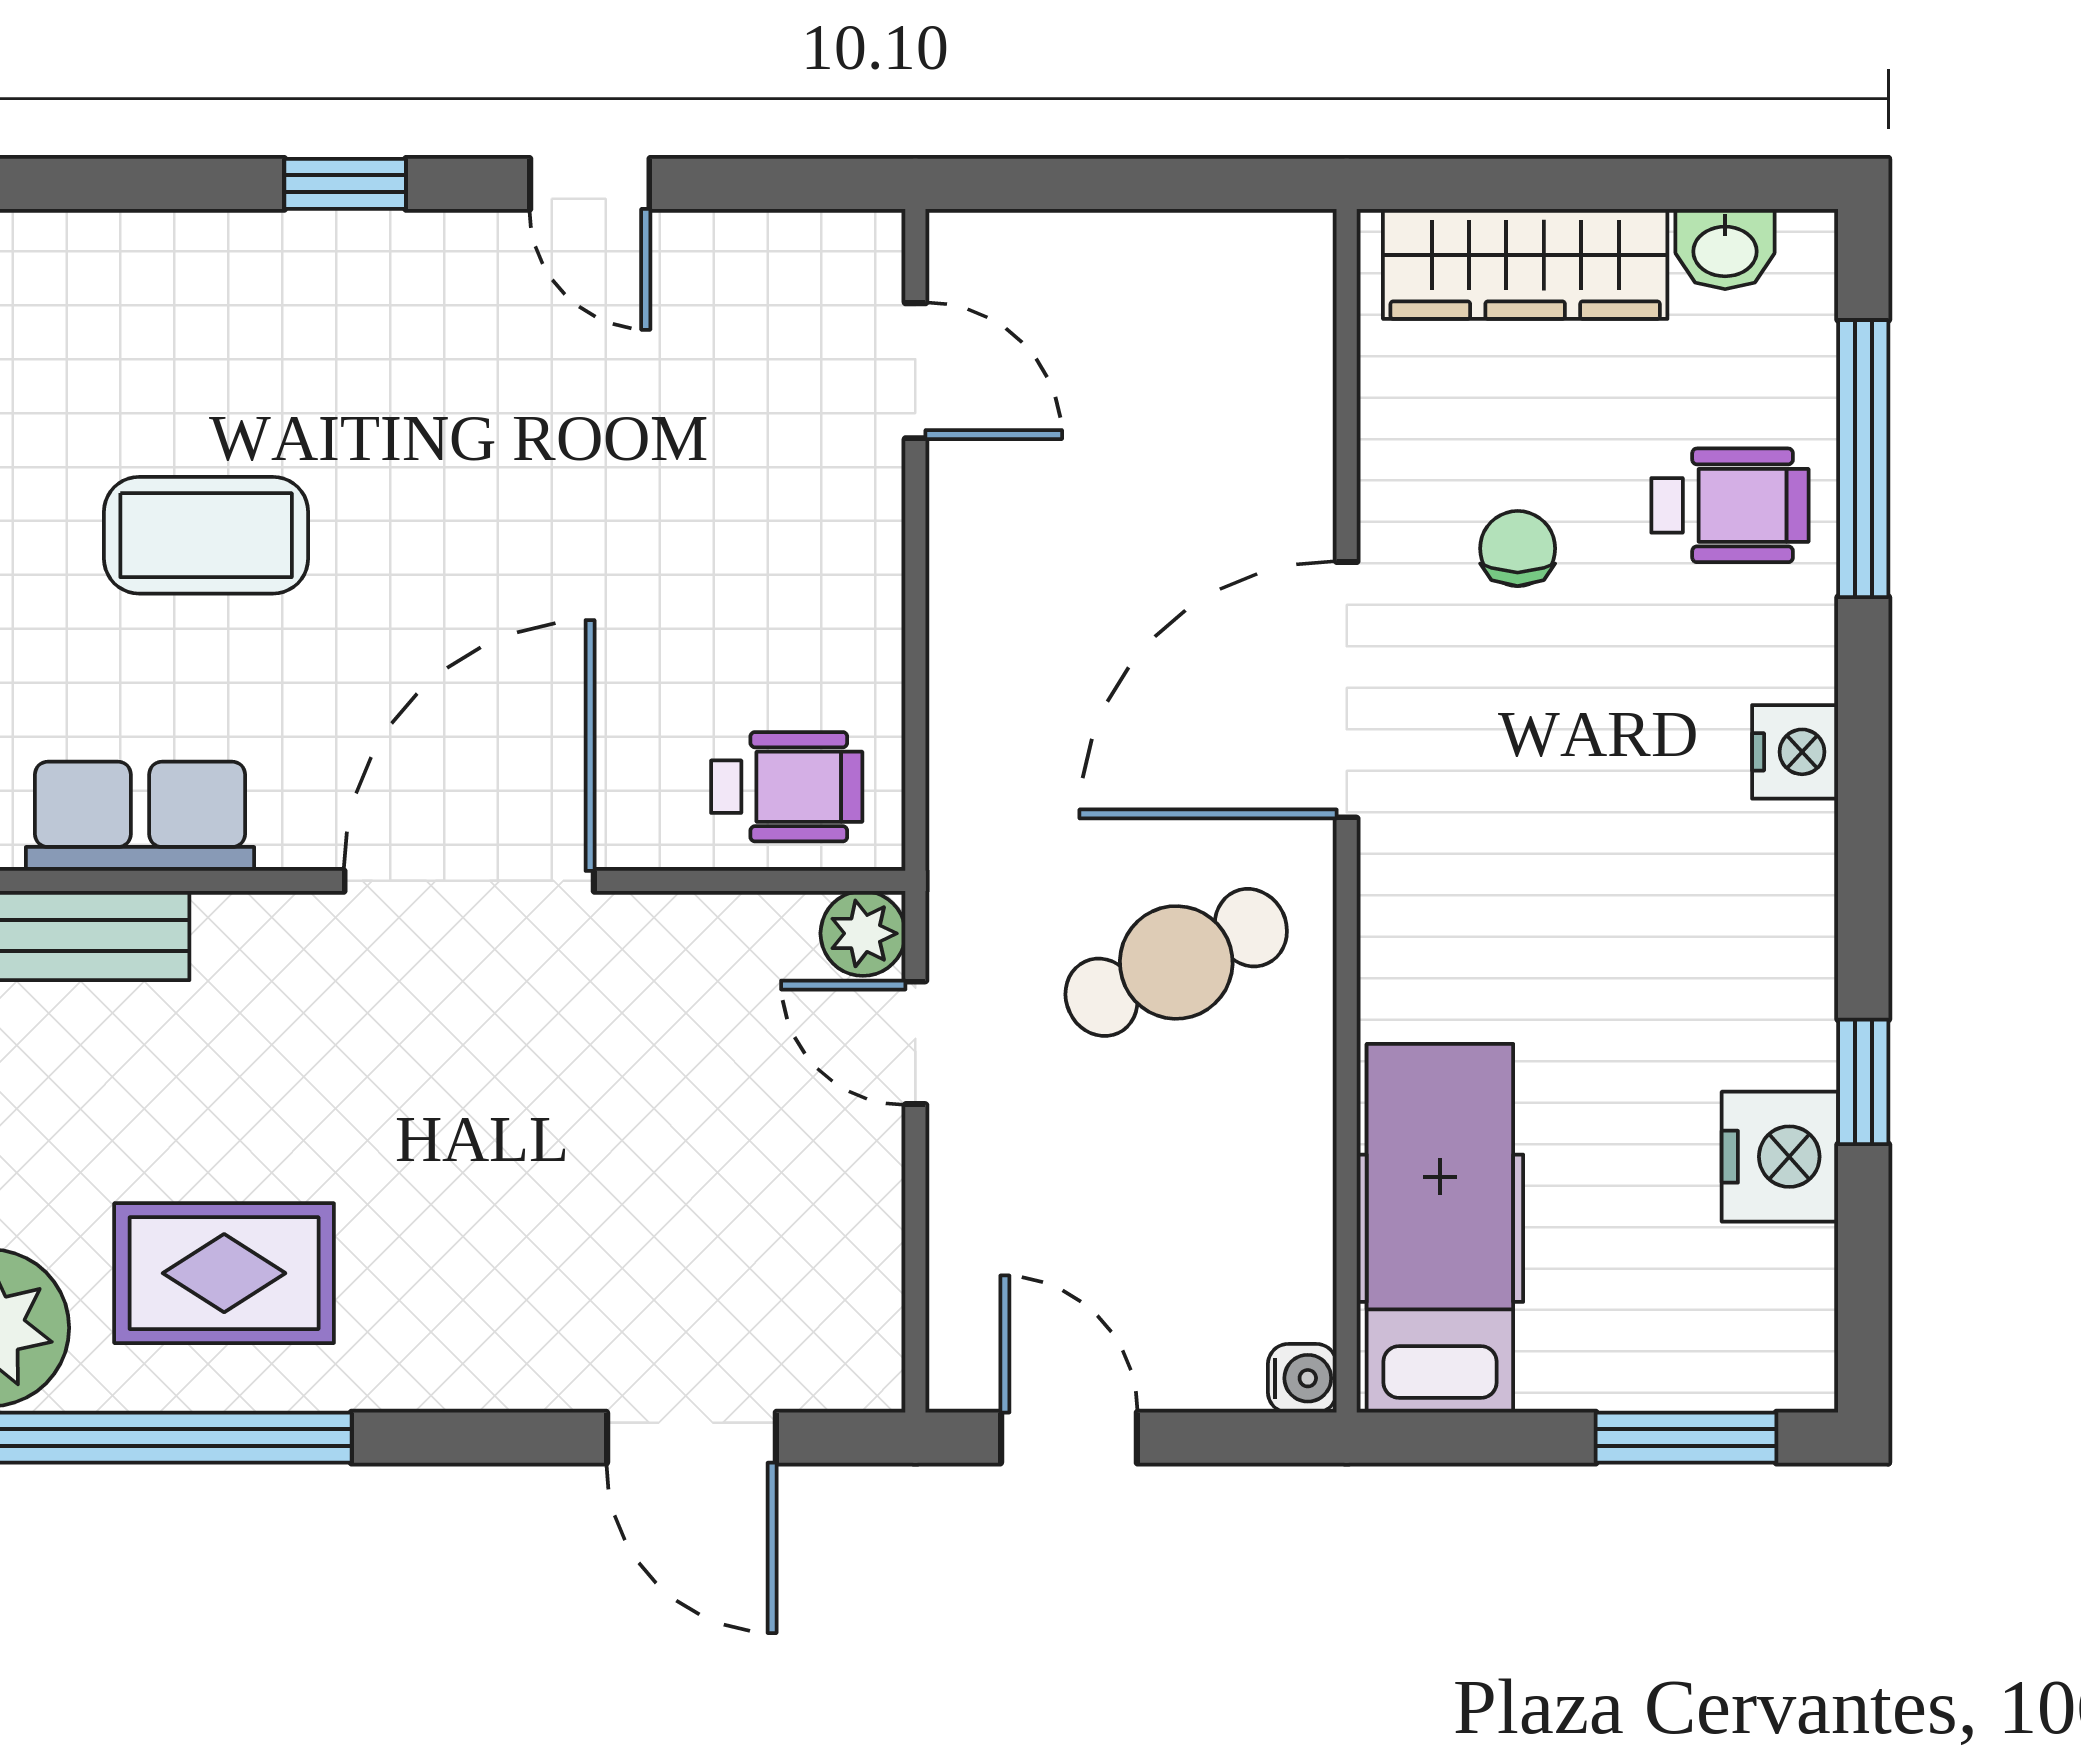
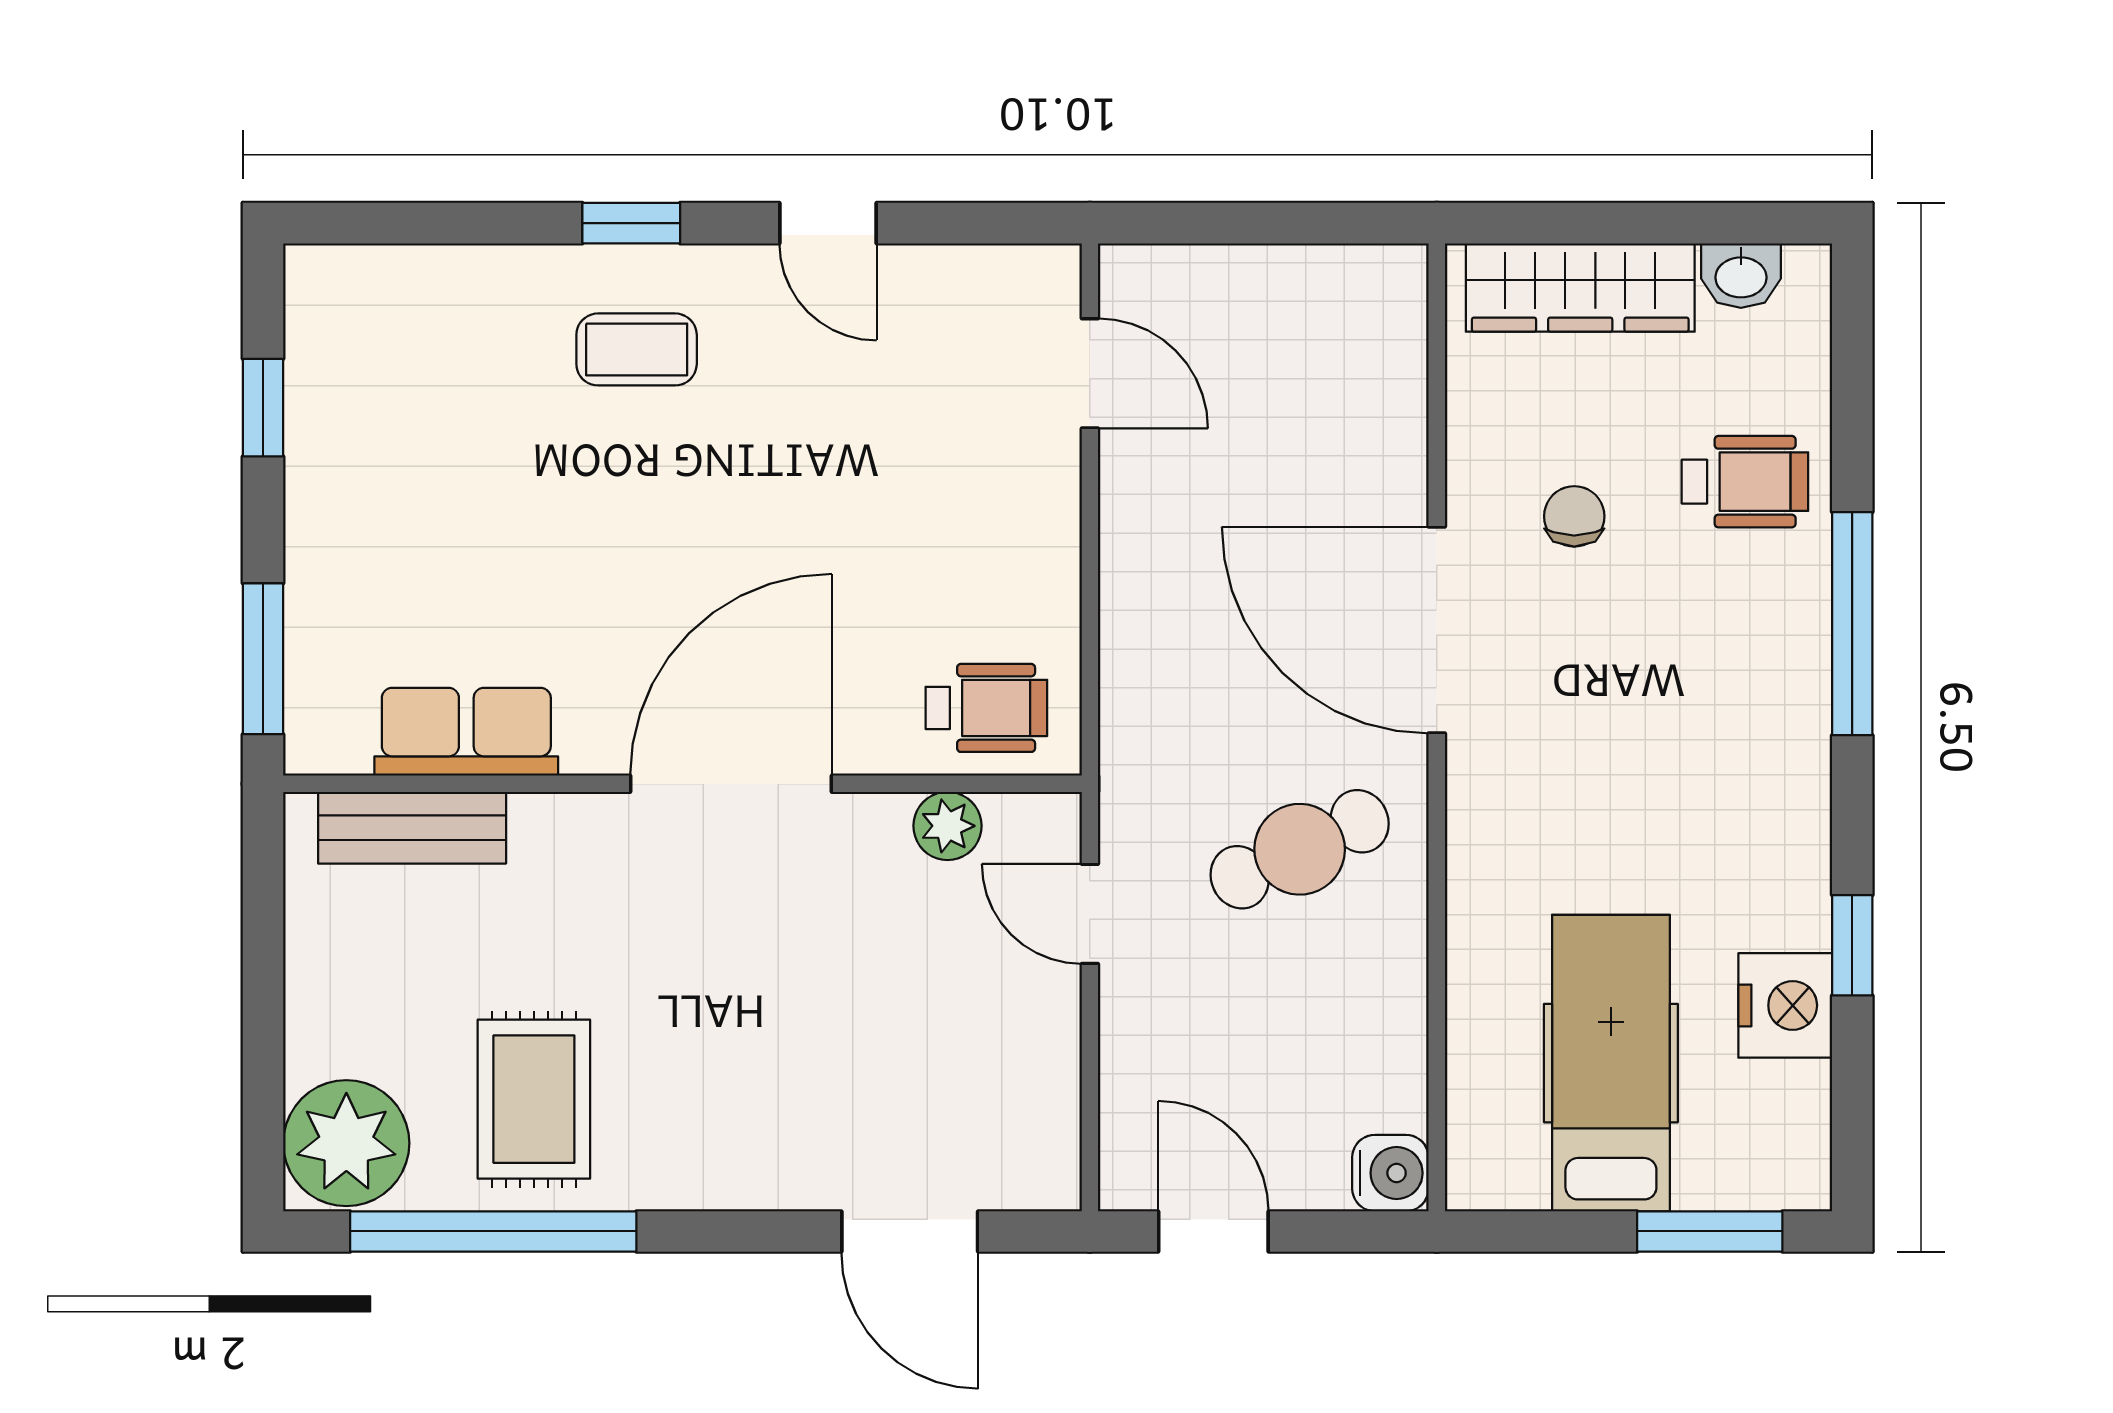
window: (1863, 459) -> (1852, 624), moved
coffee table: (206, 535) -> (637, 349), moved, width x0.73, depth x0.77
door: (1347, 690) -> (1437, 630), hinge flipped
nightstand: (1795, 752) -> (1797, 680), removed
plant: (863, 933) -> (947, 826), moved
hospital bed: (1440, 1228) -> (1611, 1063), moved
rug: (224, 1273) -> (534, 1099), turned 90
water cooler: (1302, 1378) -> (1390, 1173), width x1.38, depth x1.38

